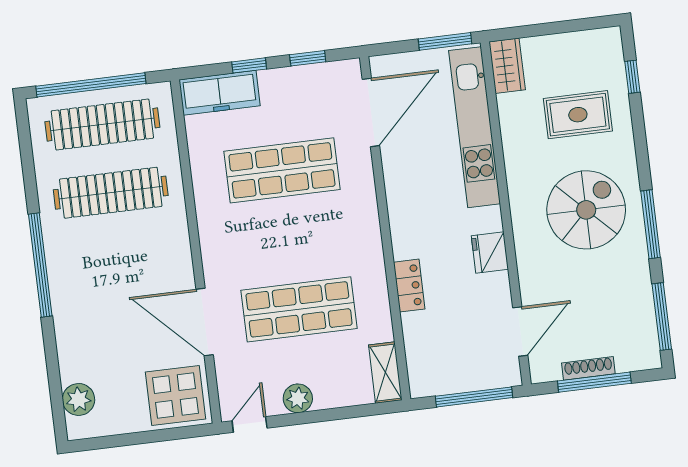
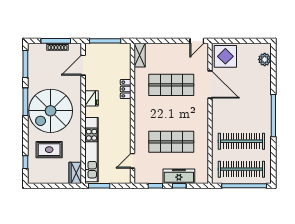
freezer: (220, 93) -> (179, 176), moved
door: (371, 112) -> (133, 161), width x0.53
spiral stairs: (586, 210) -> (51, 111), width x1.37, depth x1.37
plant: (298, 398) -> (176, 49), removed

